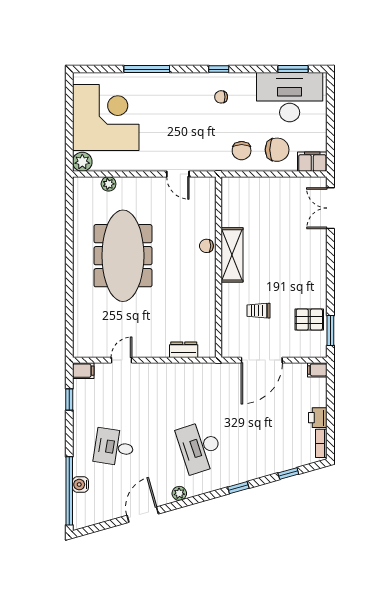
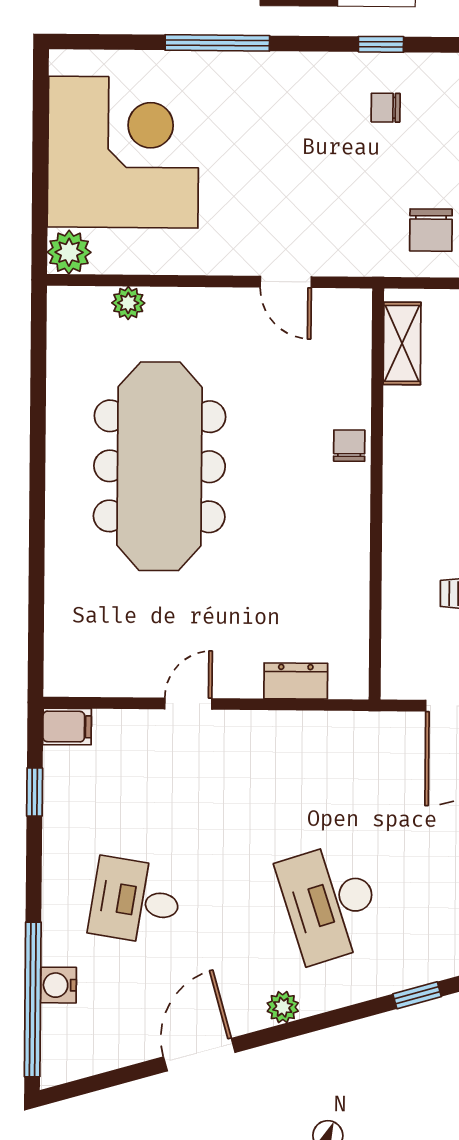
chair: (206, 246) -> (349, 446), turned 90
shelving: (232, 255) -> (402, 343), moved, width x0.67, depth x0.75
door: (121, 360) -> (188, 704), moved

